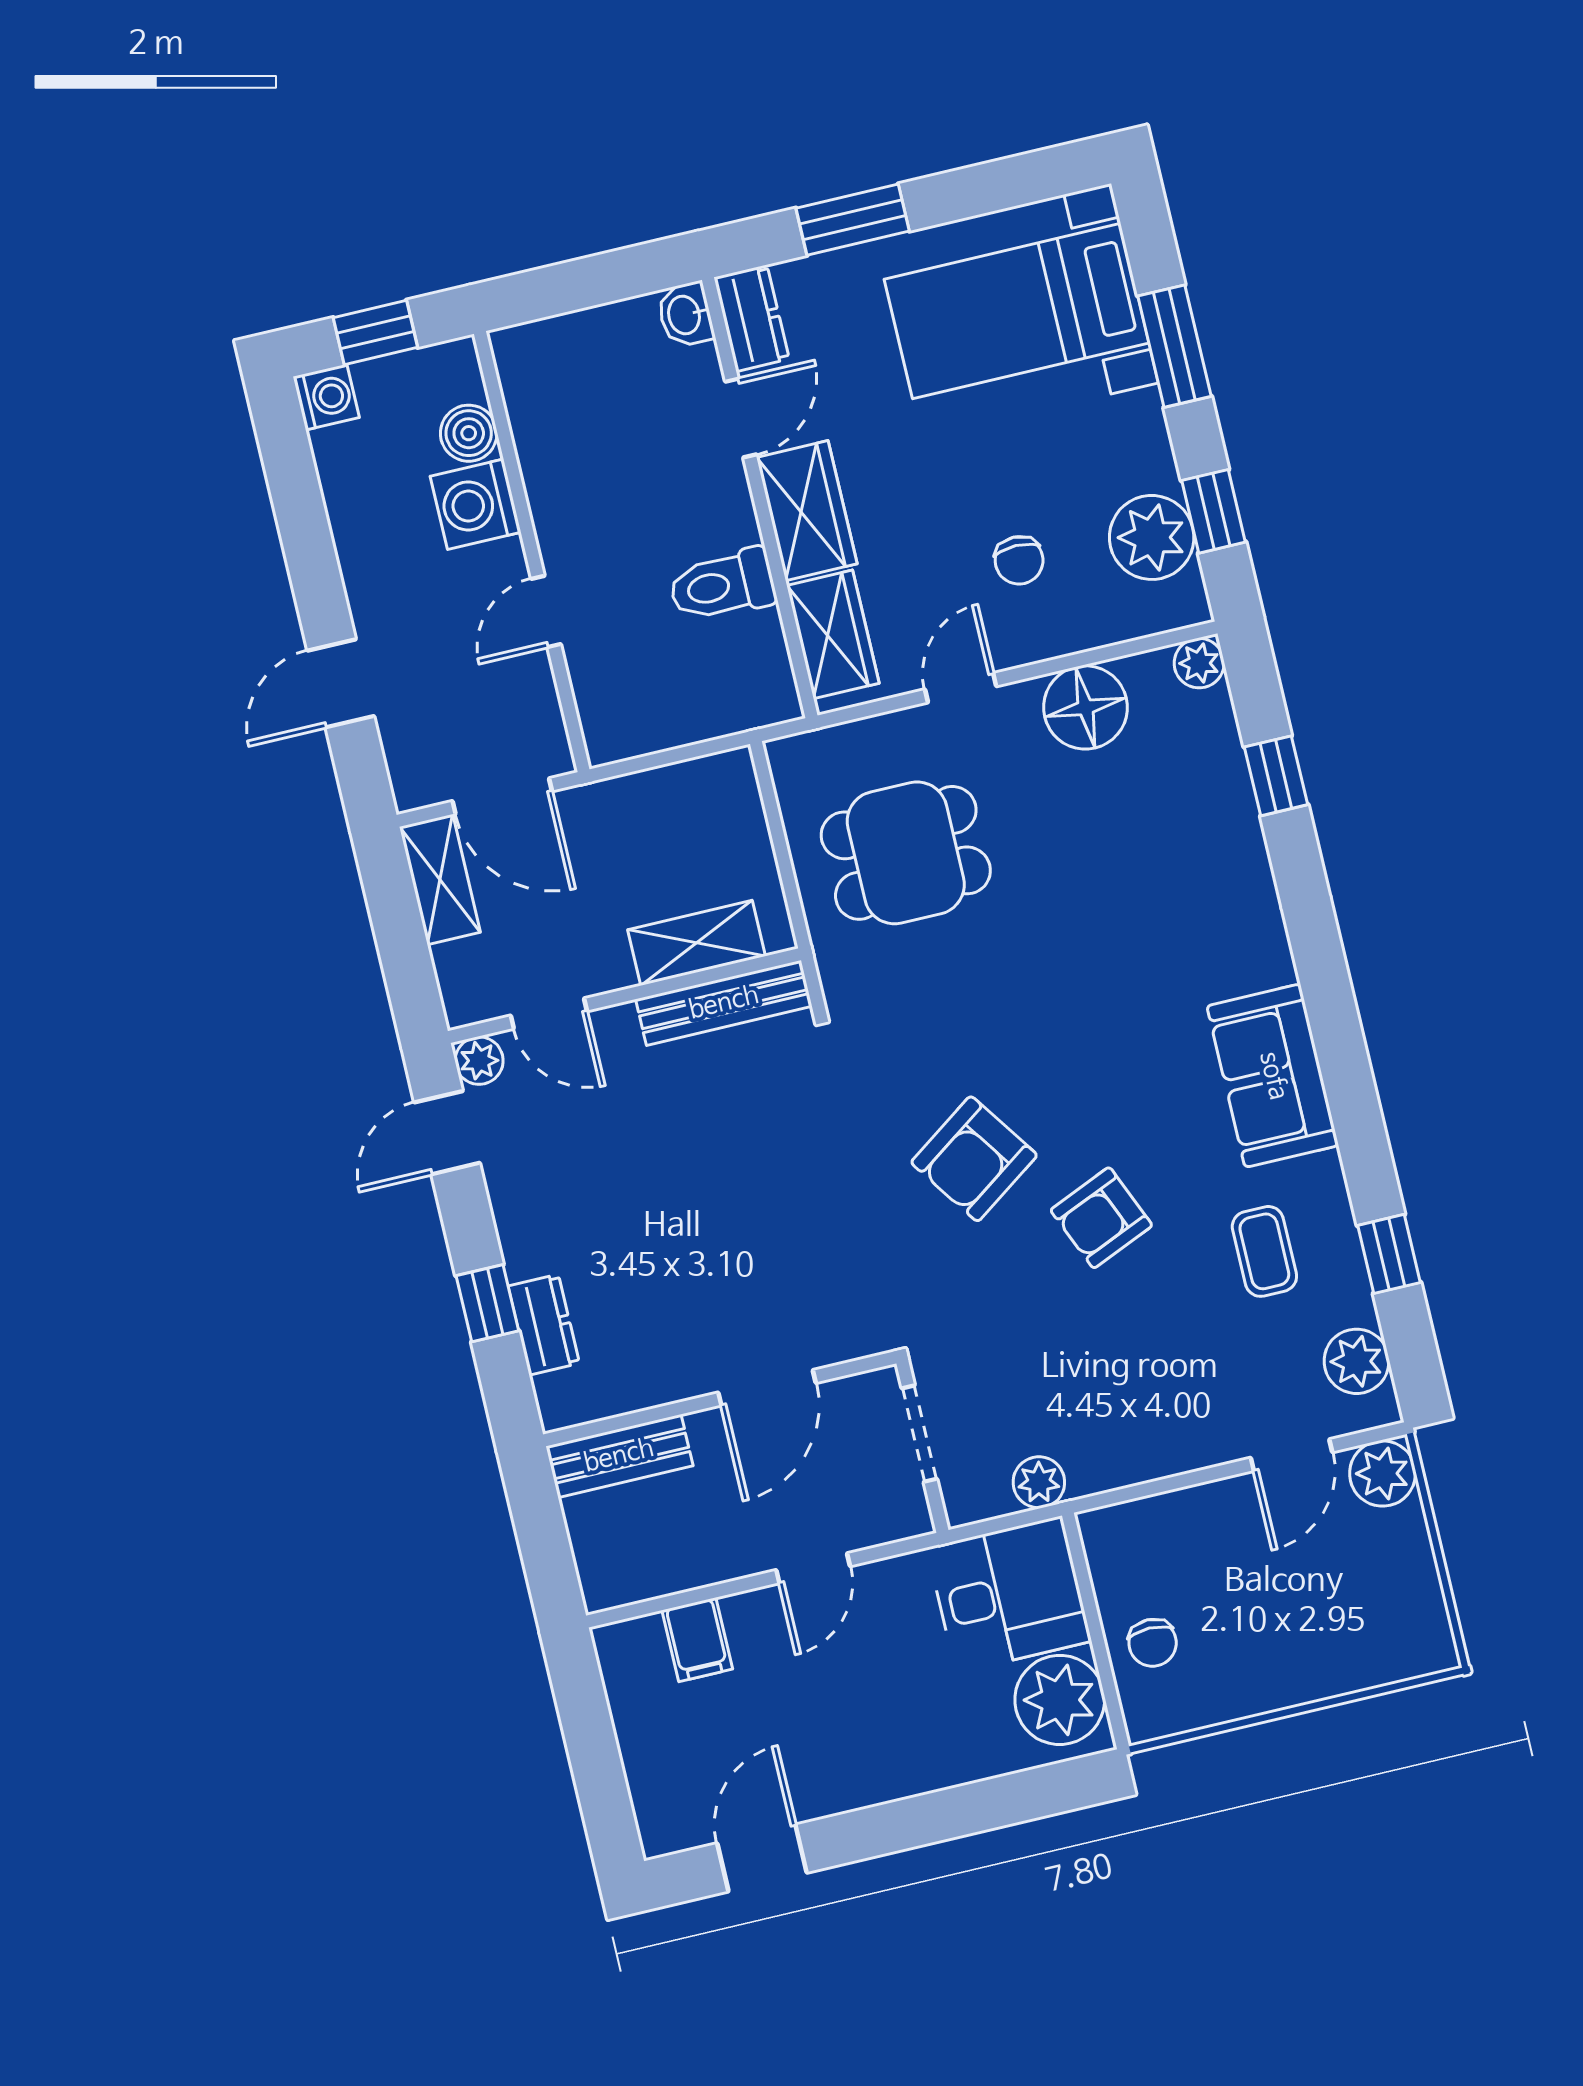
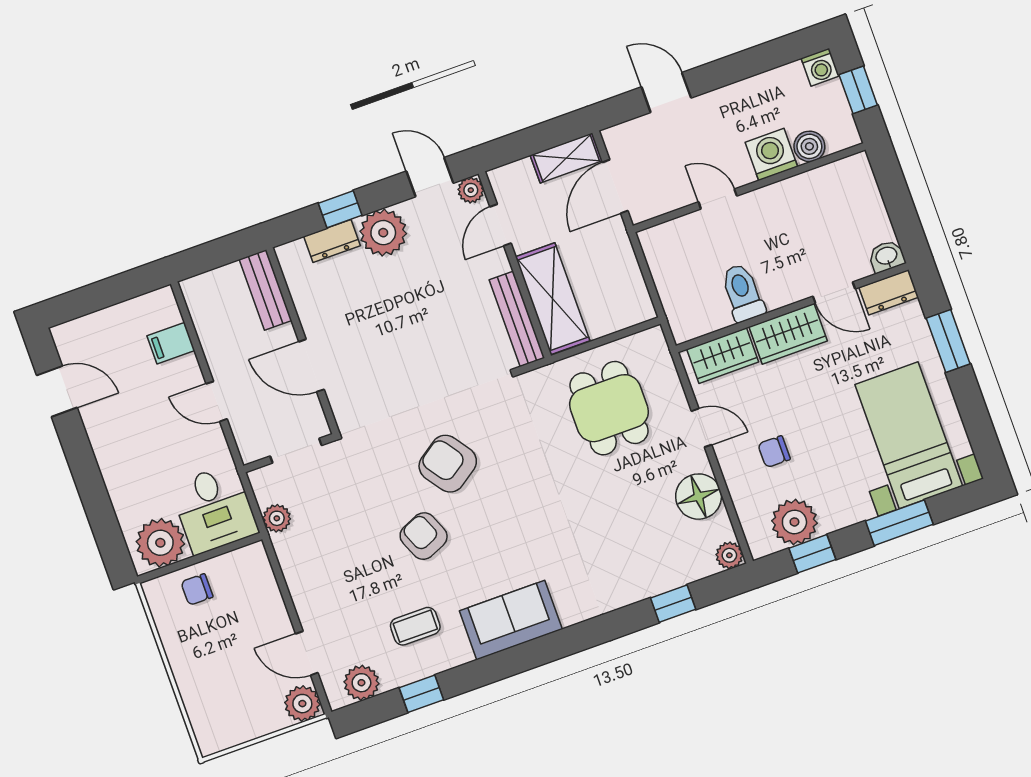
shelving: (697, 943) -> (553, 299), width x1.50, depth x1.33
plant: (539, 1229) -> (383, 233), added

